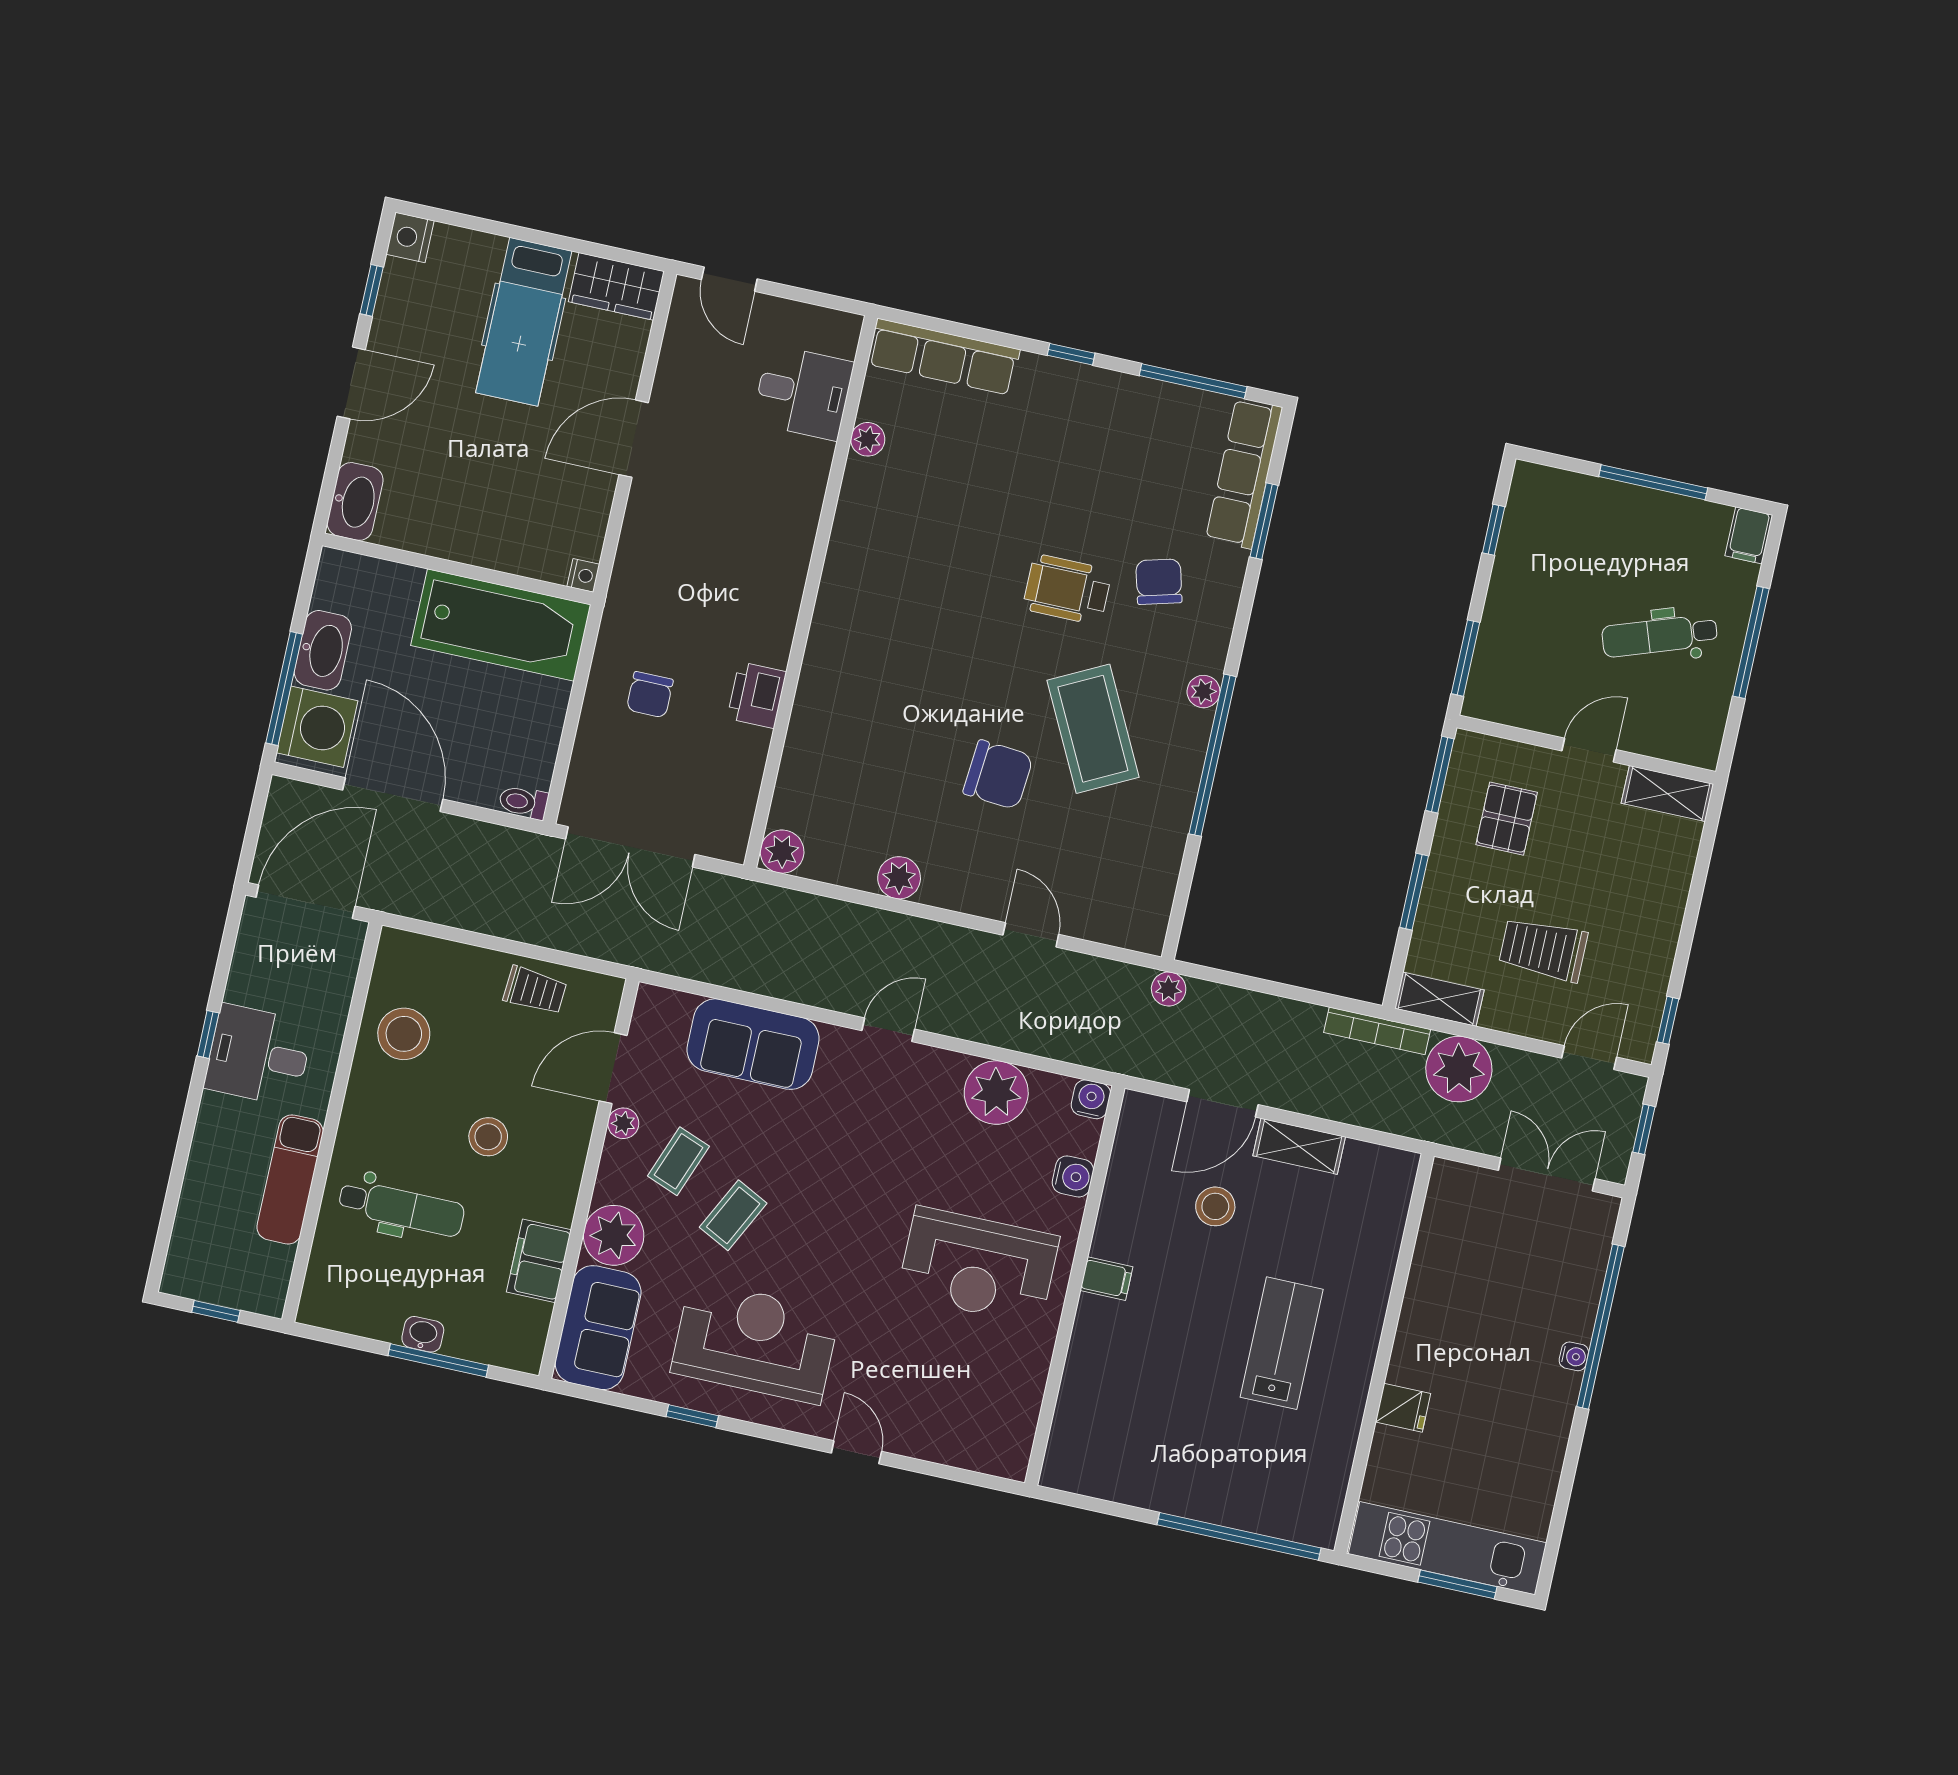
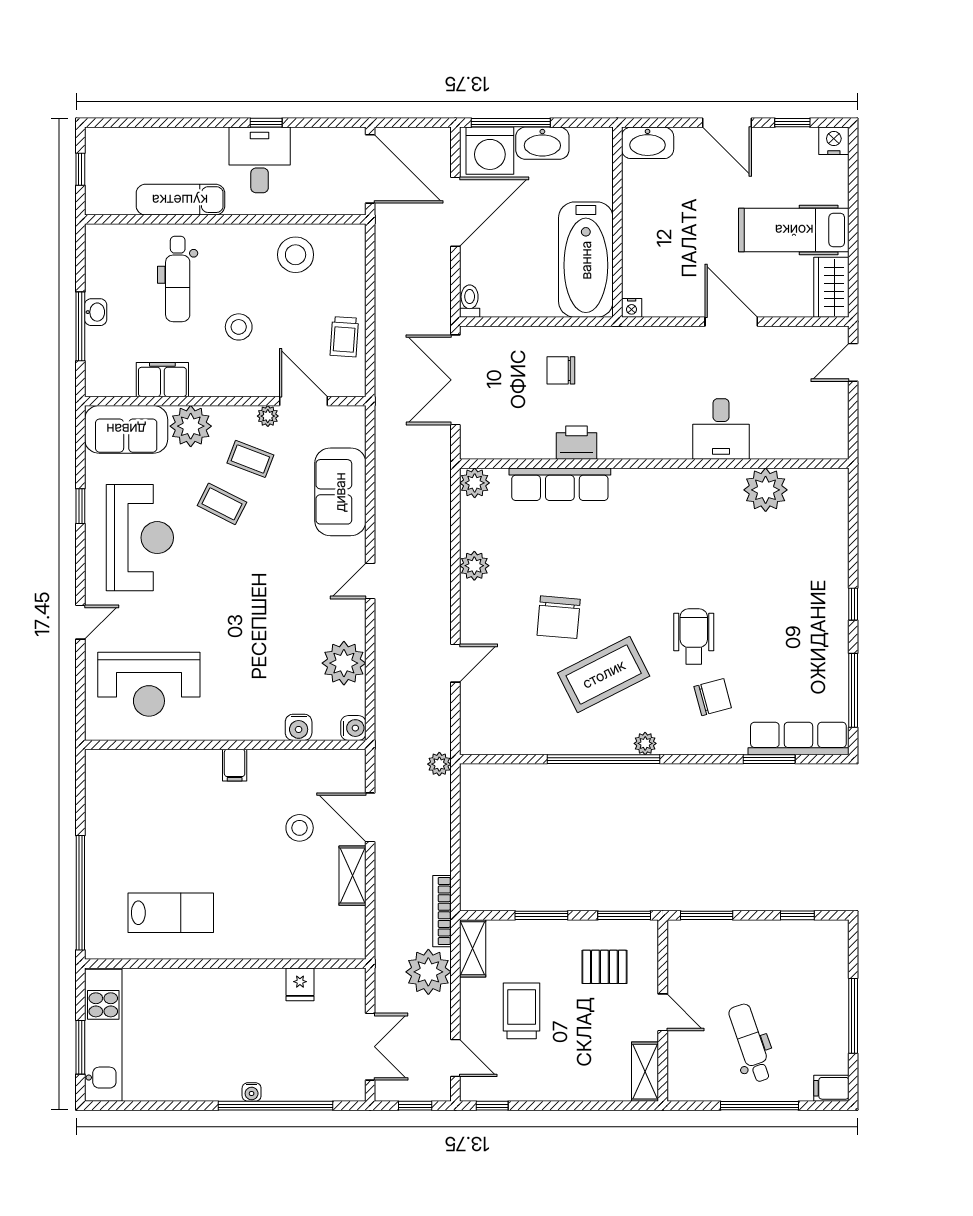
row of seats: (944, 357) -> (560, 484), moved, turned -90
desk: (803, 392) -> (721, 429), moved
plant: (868, 439) -> (766, 490), width x1.87, depth x1.87
door: (888, 1030) -> (370, 581), swing flipped
reception desk: (978, 1266) -> (149, 684), moved, turned -90
lab bench: (1282, 1343) -> (171, 913), moved
fridge: (1403, 1408) -> (300, 984), moved

